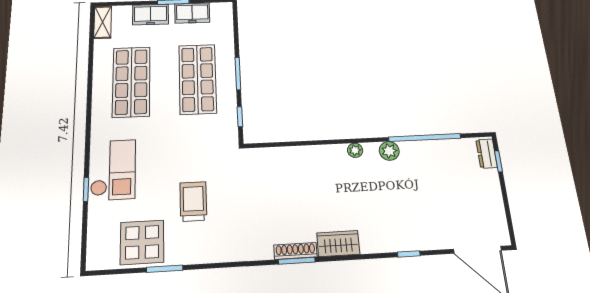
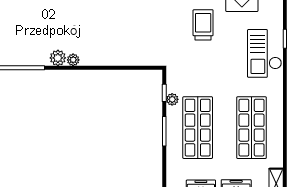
plant: (230, 110) -> (172, 99), added
plant: (389, 151) -> (58, 58), moved
trolley: (193, 201) -> (203, 25), turned 180

